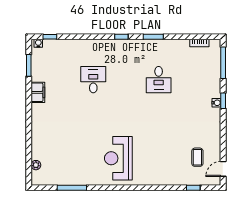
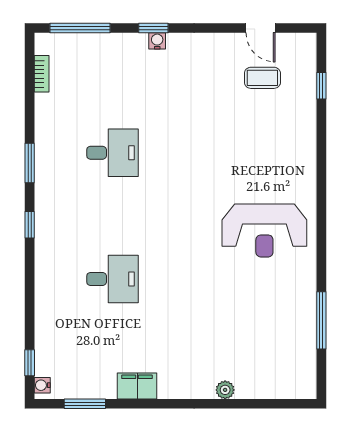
desk: (93, 80) -> (112, 279), turned 180
plant: (36, 165) -> (225, 390), moved
door: (223, 169) -> (261, 28), moved

